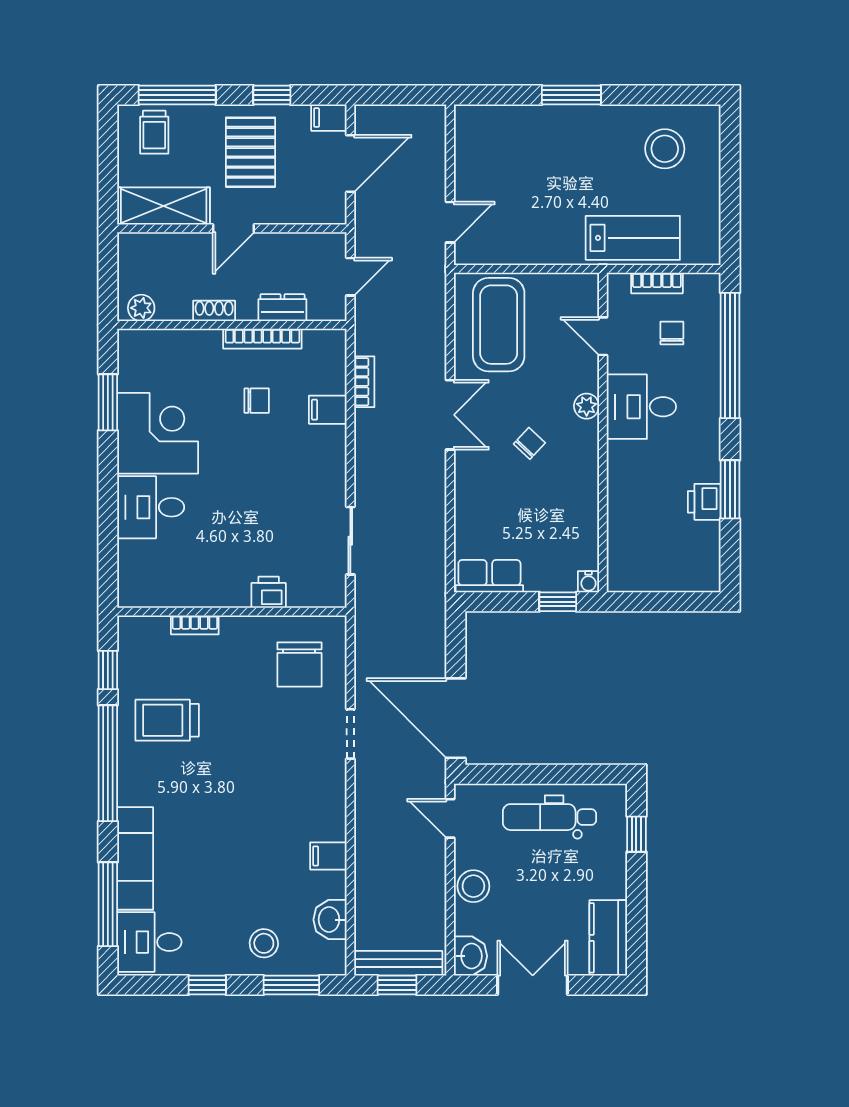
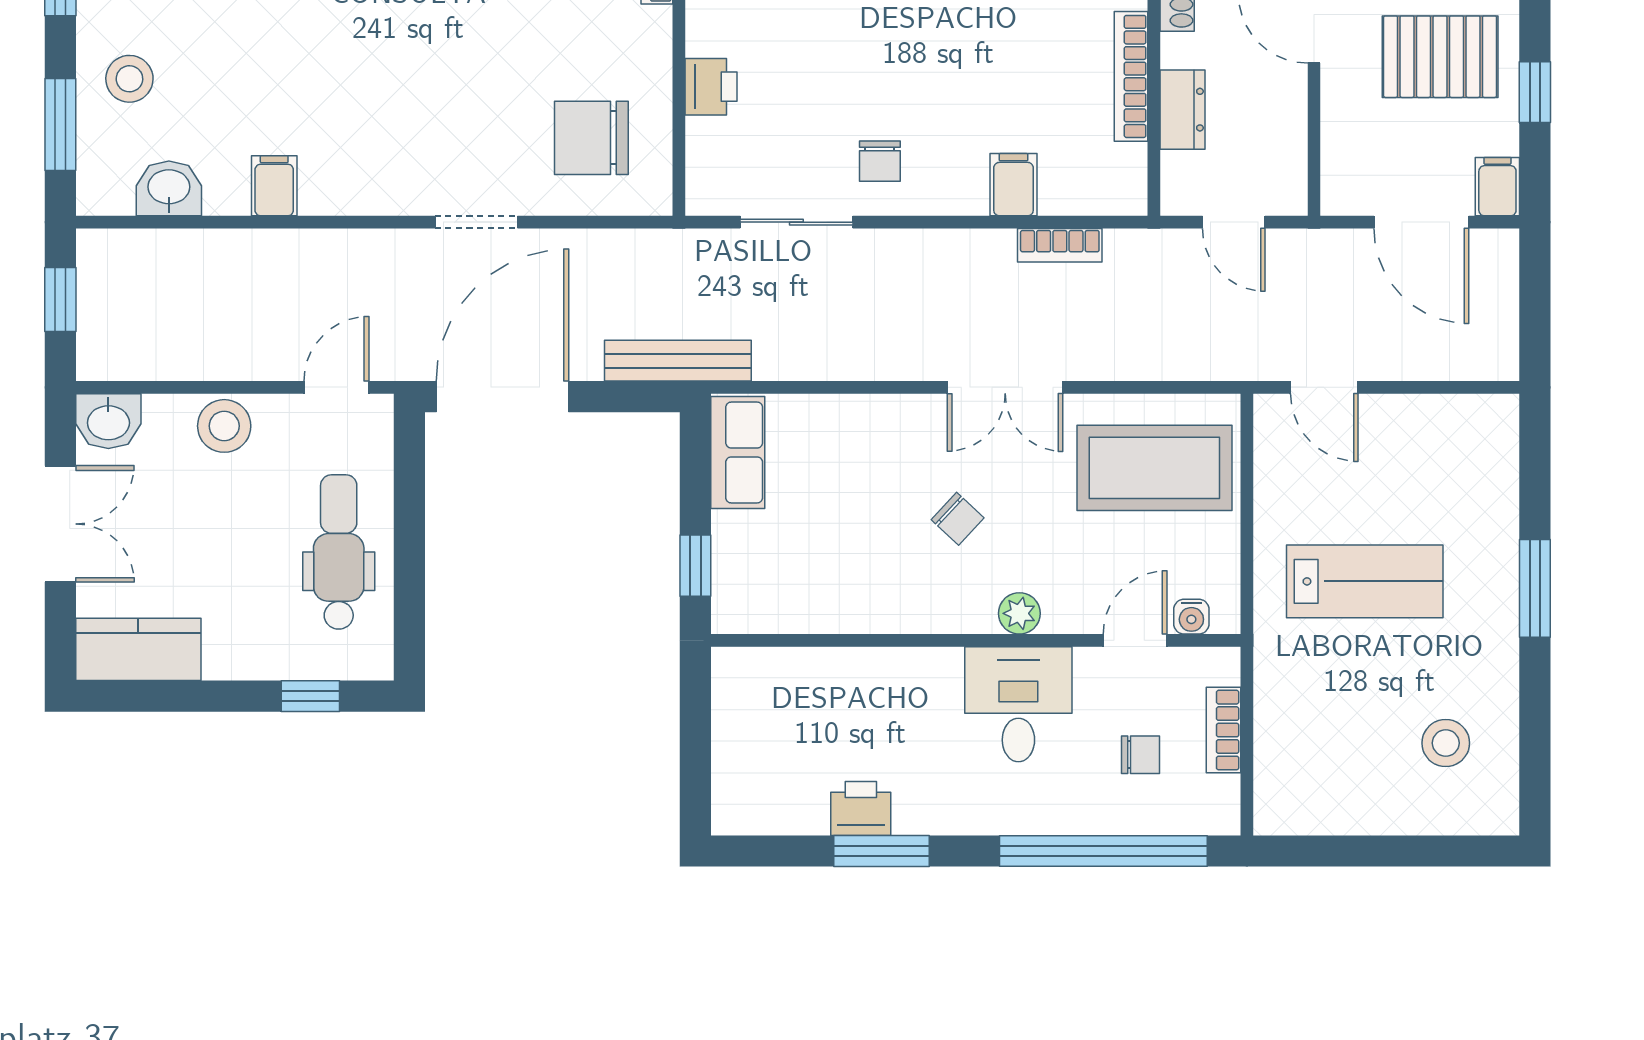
stool: (665, 149) -> (1446, 743), width x0.73, depth x0.73
lab bench: (633, 238) -> (1365, 581), moved, turned -90
chair: (257, 401) -> (880, 161), moved
water cooler: (588, 582) -> (1191, 617), moved, turned -90
bench: (398, 963) -> (678, 361), moved, turned 90

